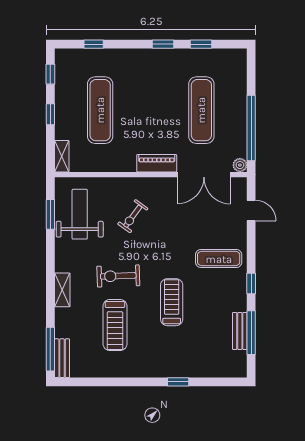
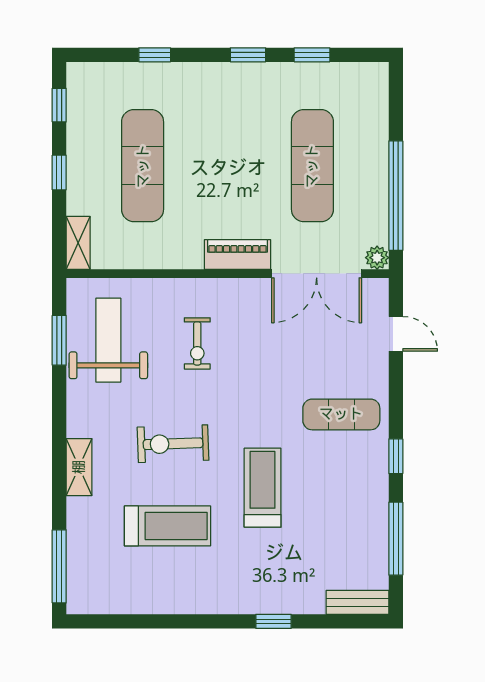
window: (94, 44) -> (155, 55), moved
exercise bike: (133, 216) -> (197, 343), turned -36
treadmill: (115, 325) -> (168, 526), turned -90
bench: (240, 331) -> (357, 602), moved, turned 90
bench: (62, 358) -> (79, 582), removed

